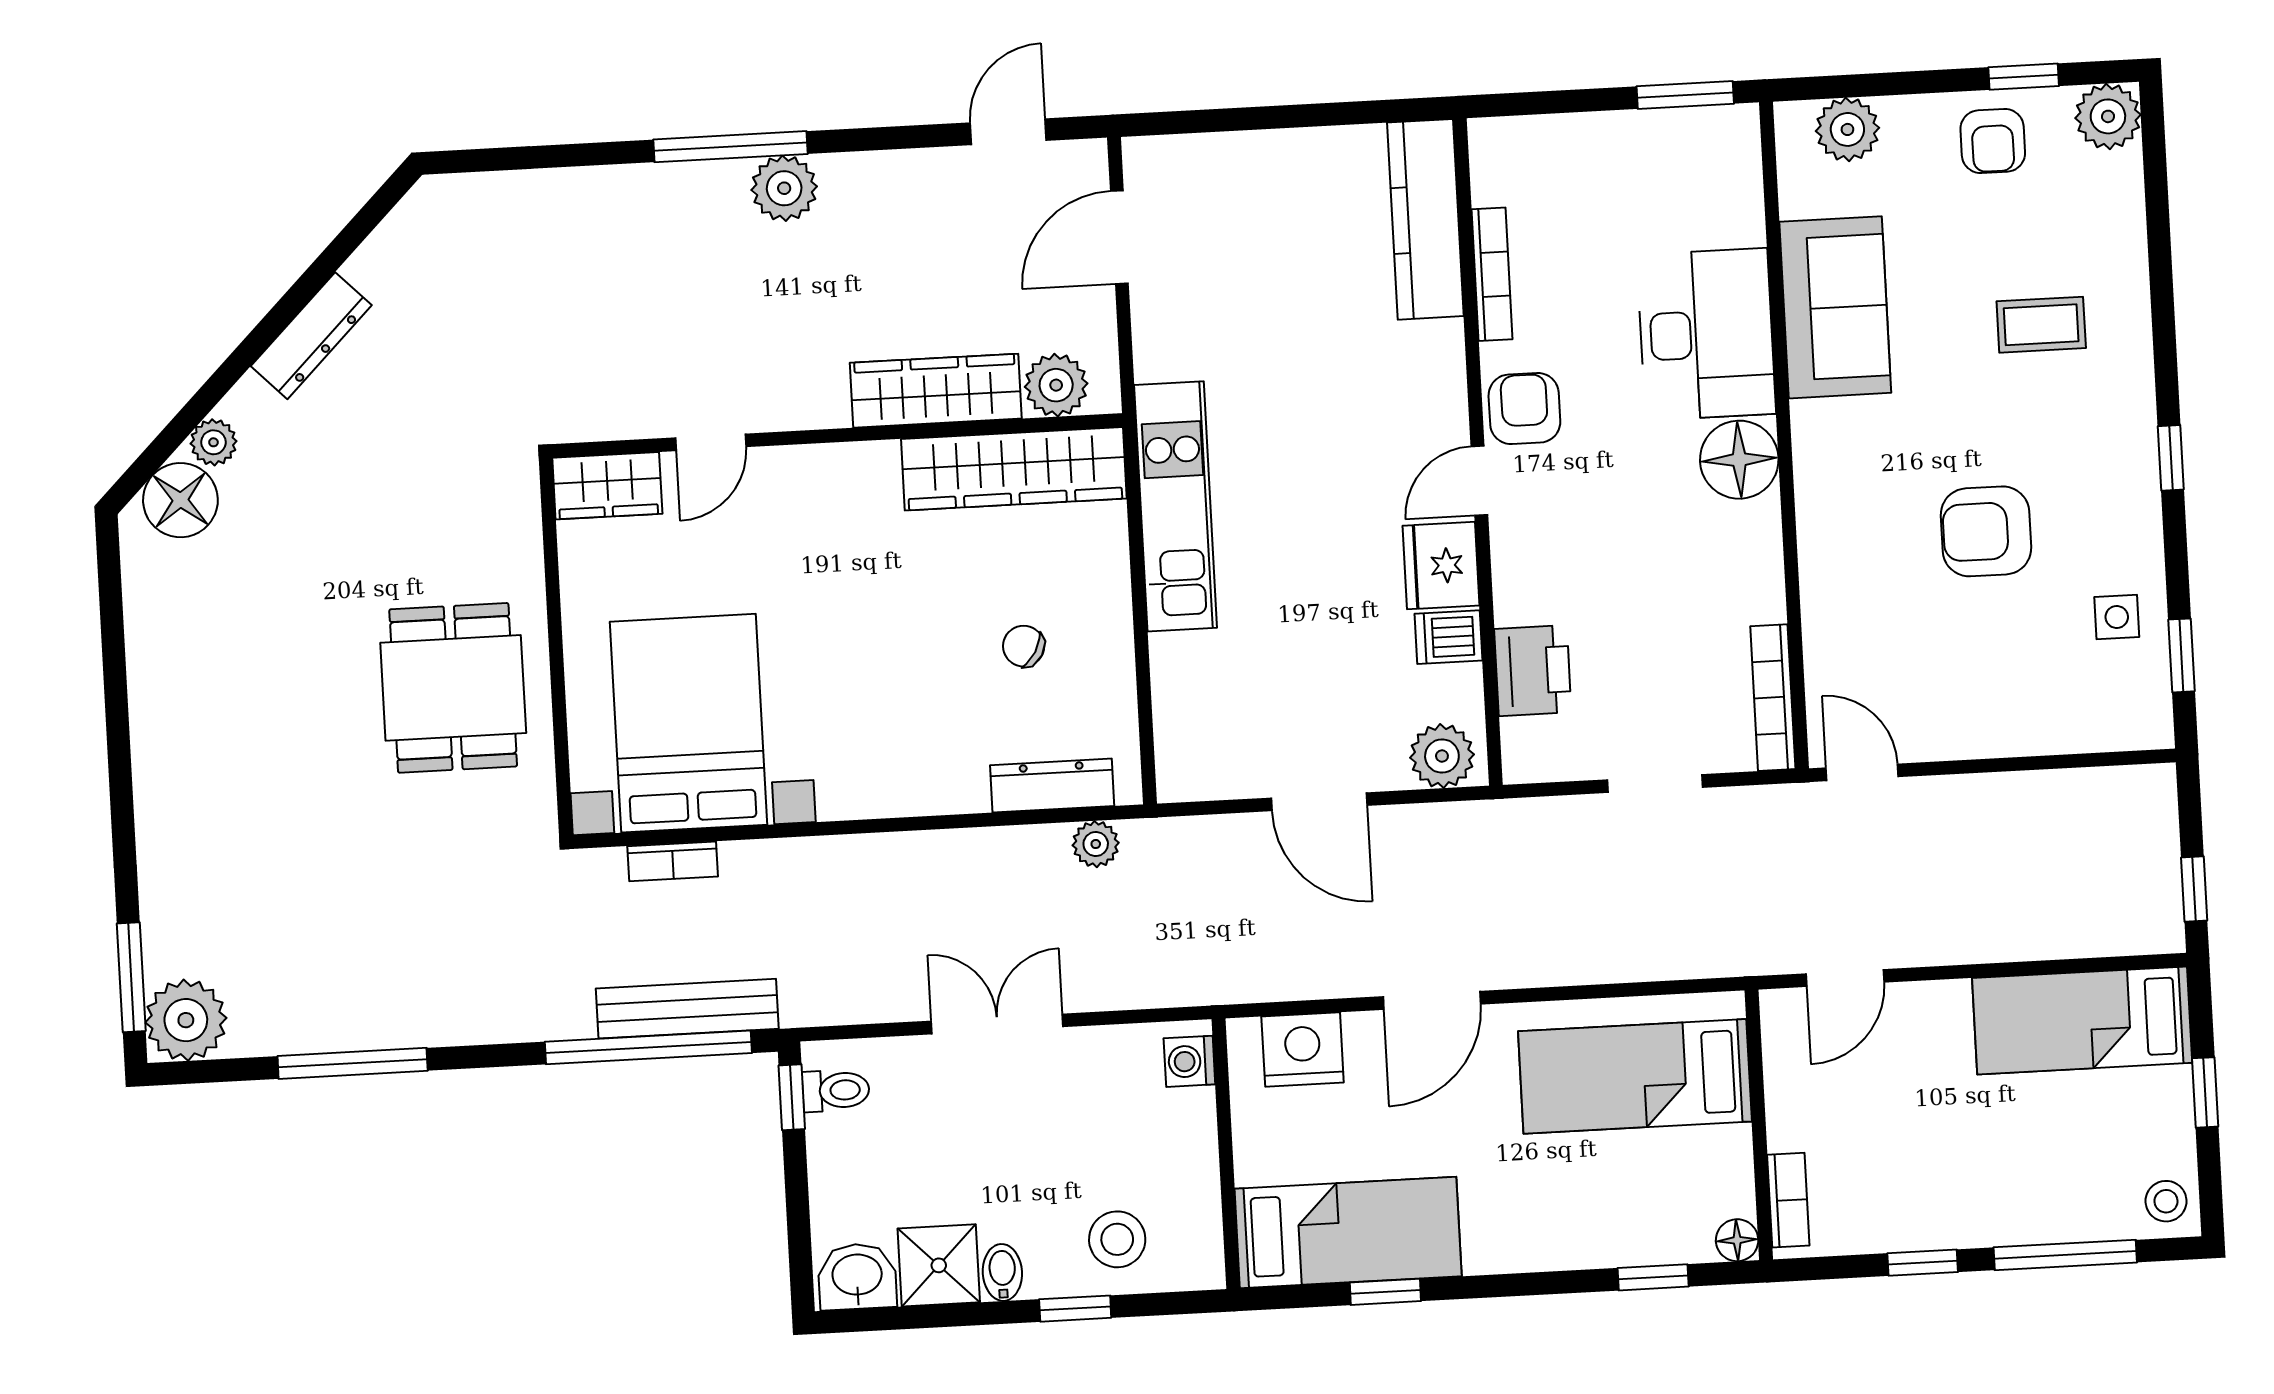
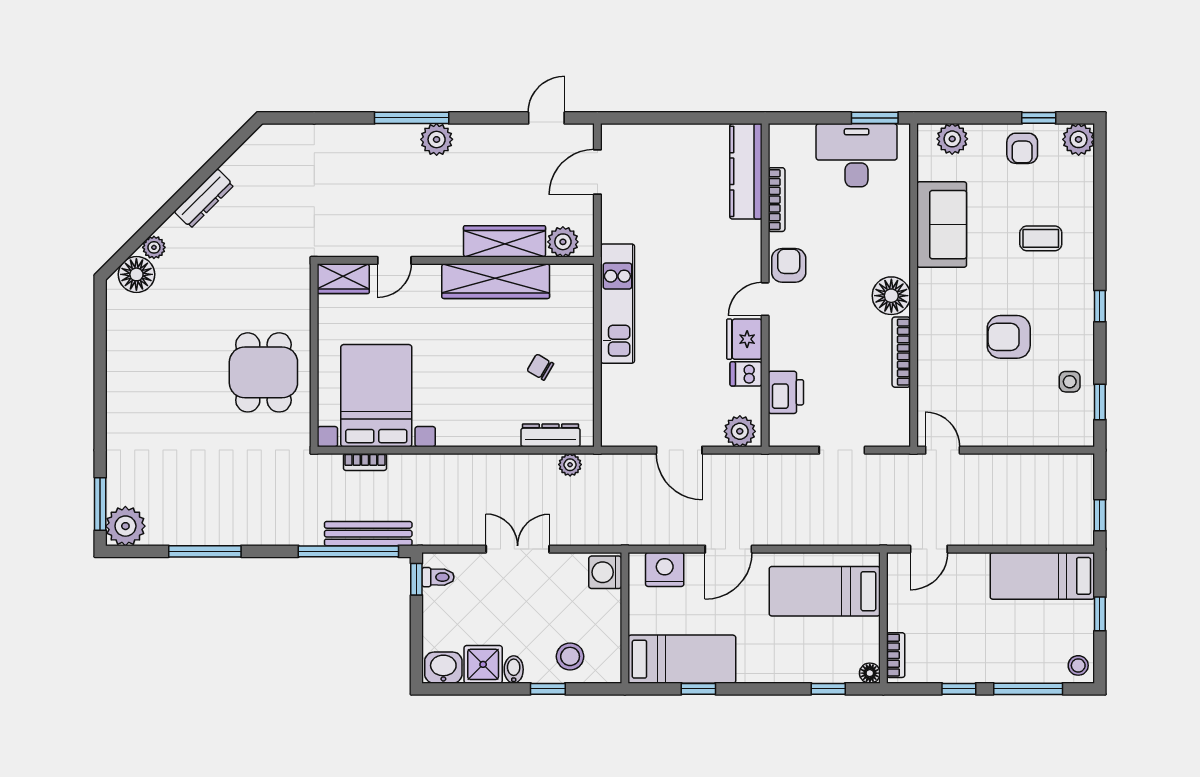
desk: (1706, 334) -> (857, 155), moved, turned -90
wardrobe: (1014, 469) -> (496, 281), moved
bookcase: (1773, 698) -> (901, 352), moved
washing machine: (1189, 1061) -> (605, 572), width x1.38, depth x1.38

